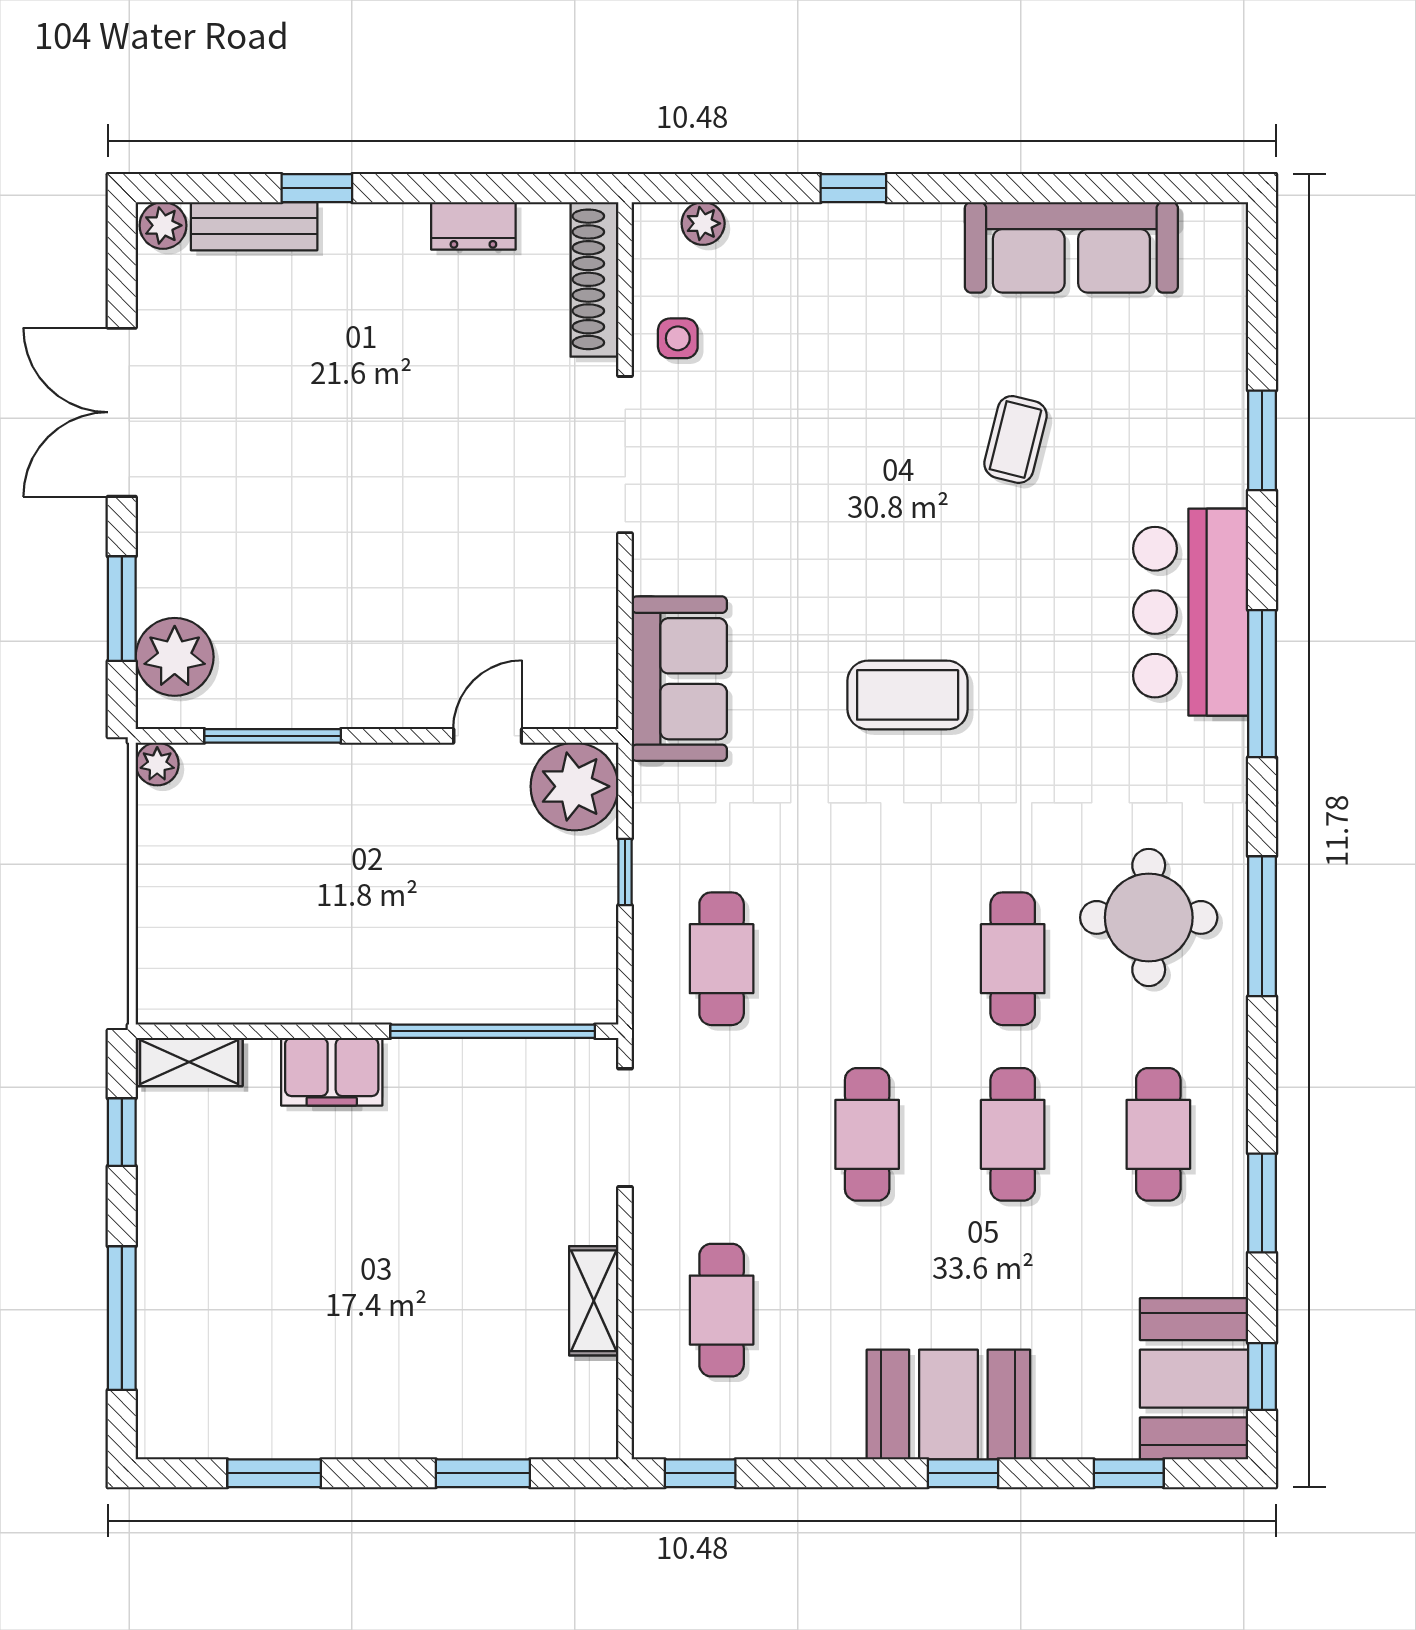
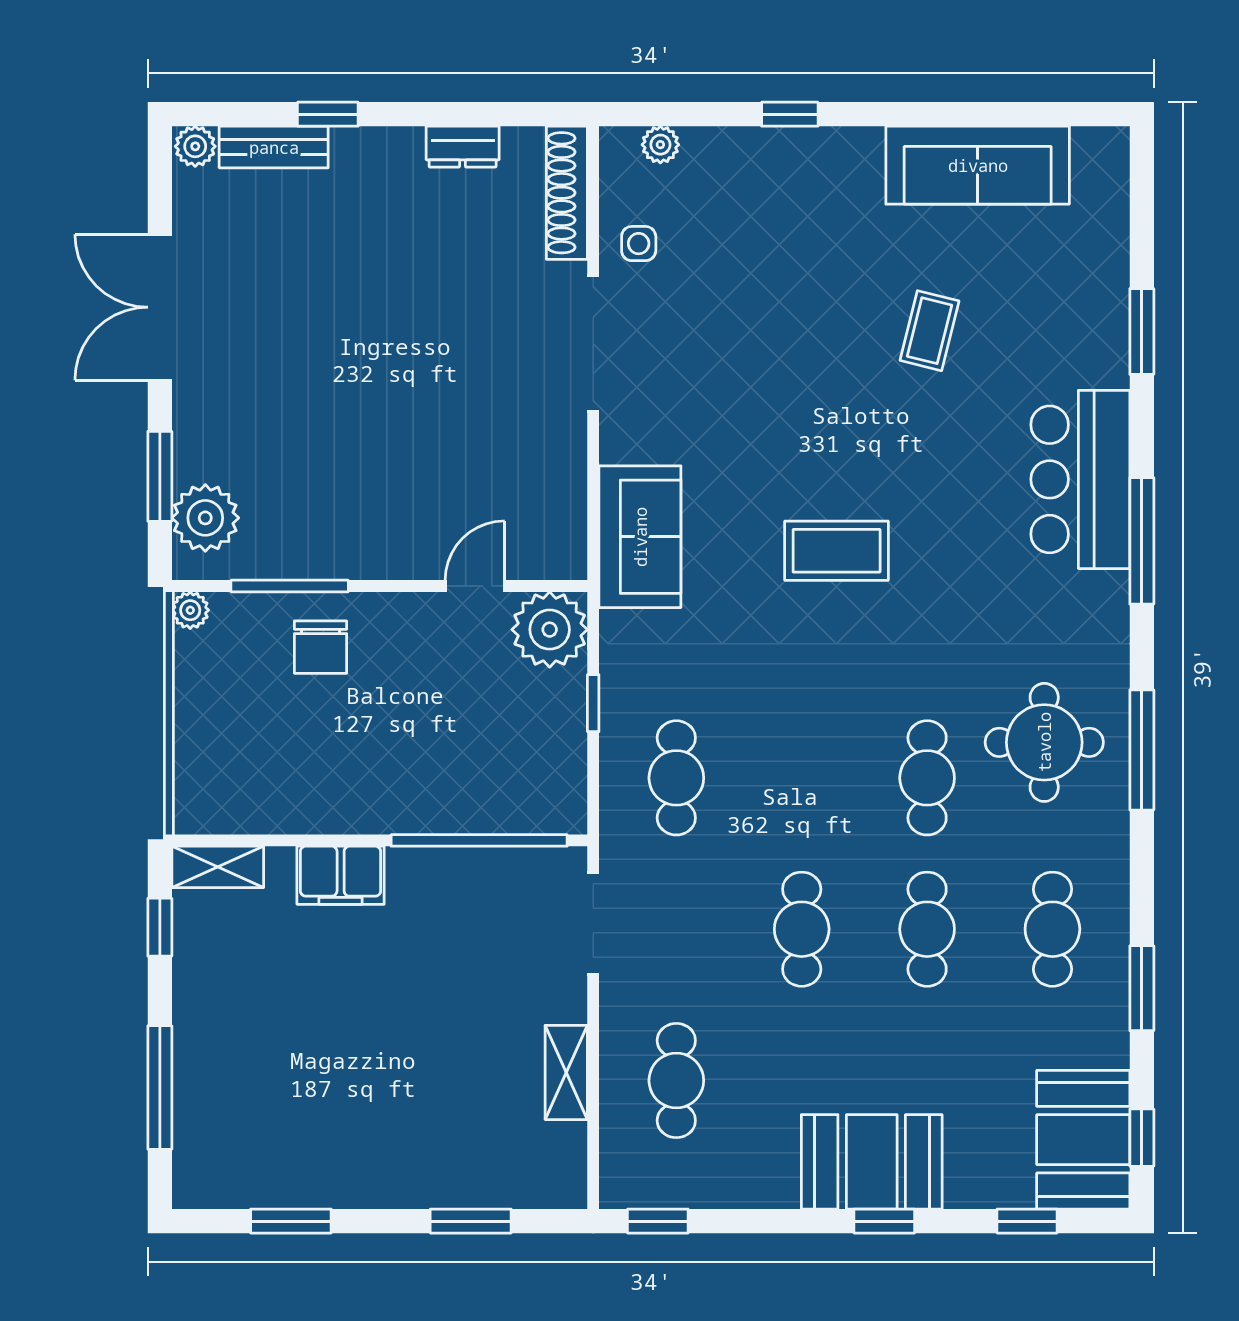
chair: (308, 807) -> (321, 647), added

